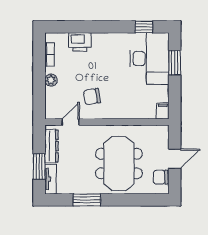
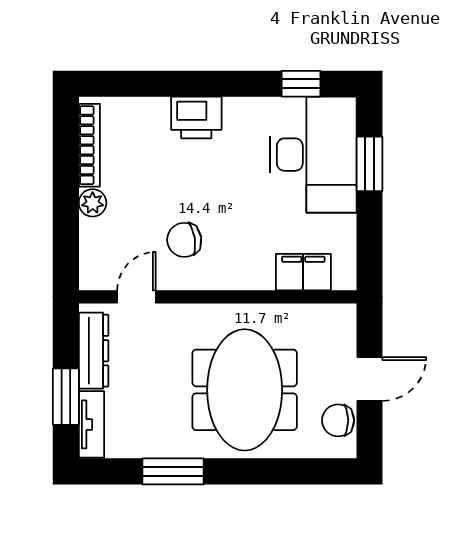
printer: (80, 42) -> (196, 117), moved
bookcase: (50, 54) -> (89, 145), width x1.56
filing cabinet: (163, 111) -> (303, 272), moved, width x2.00

